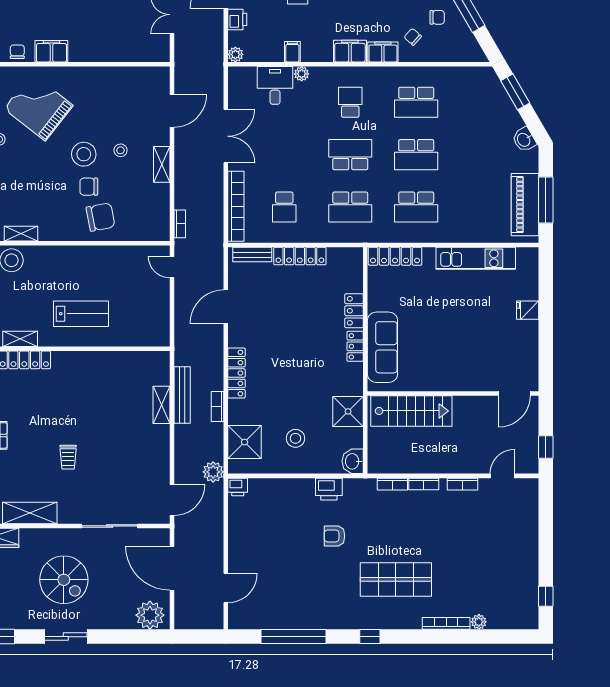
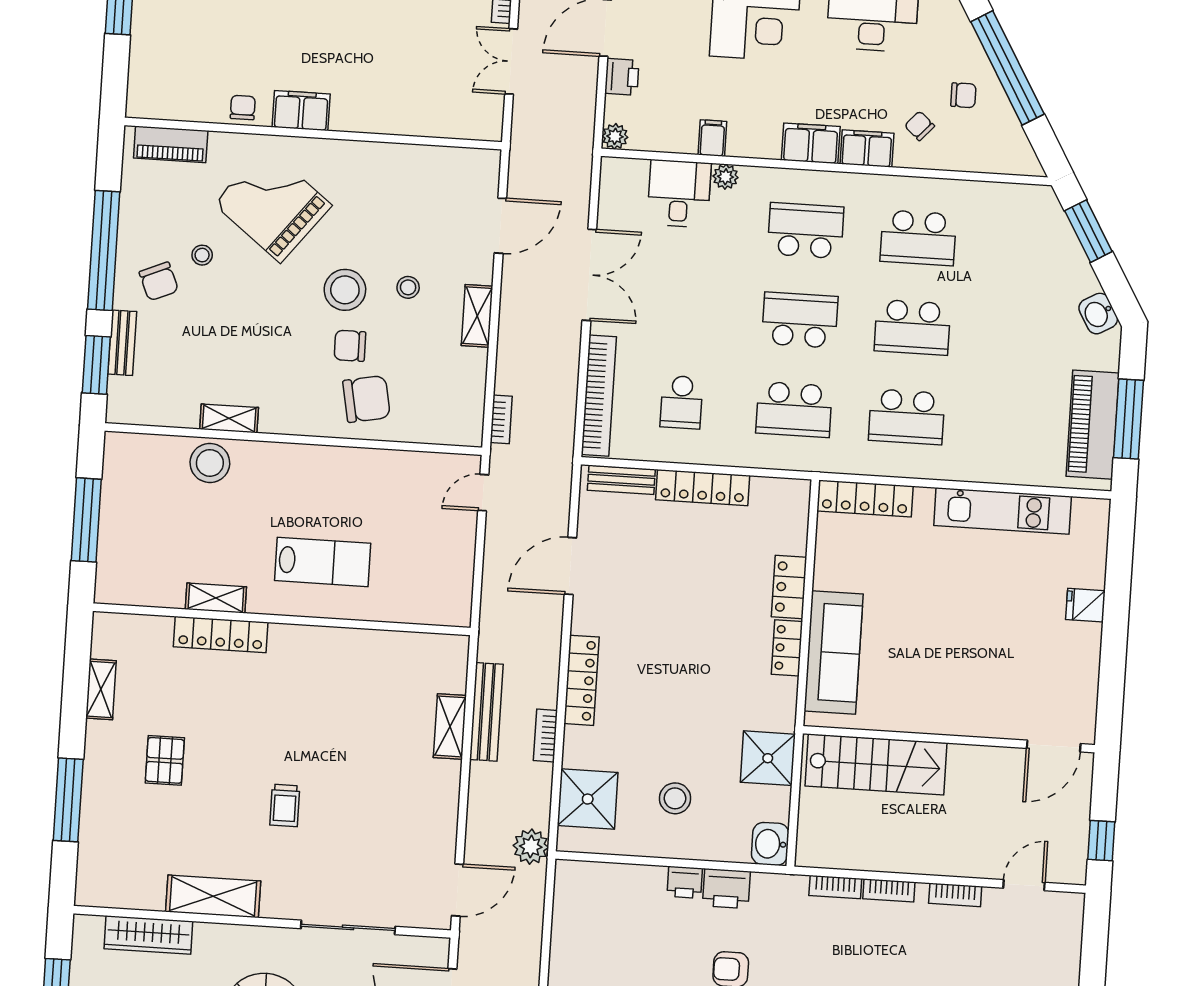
school desk: (350, 102) -> (806, 231), width x1.85
door: (172, 267) -> (483, 493), hinge flipped
printer: (238, 487) -> (685, 882), moved

